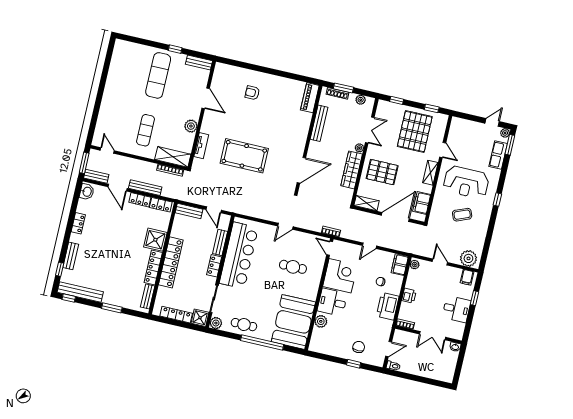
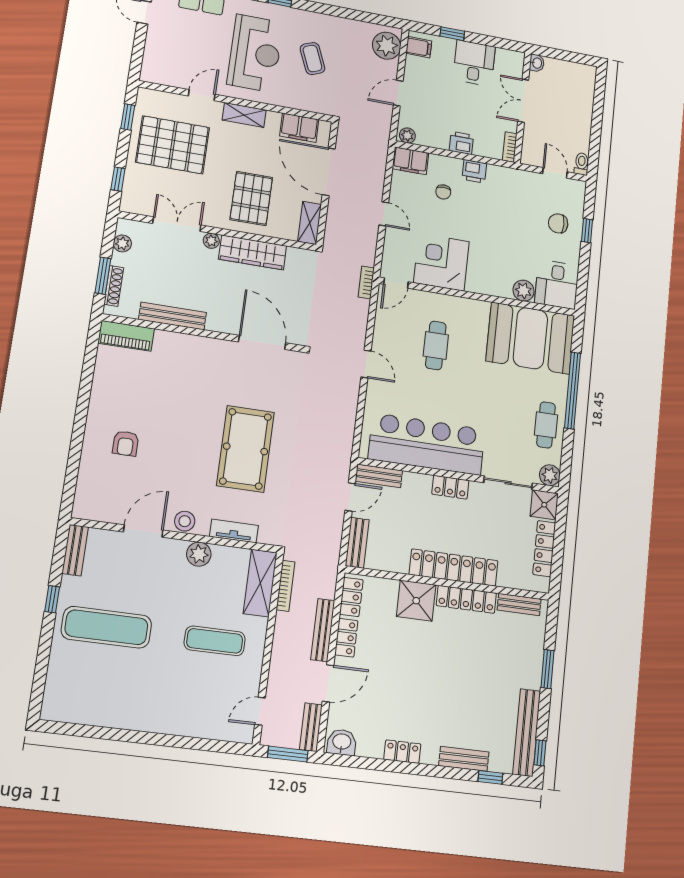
stool: (209, 120) -> (185, 521), added
bench: (220, 243) -> (379, 476), moved
desk: (332, 302) -> (557, 284), moved
printer: (388, 306) -> (474, 171), width x0.53, depth x0.68
double door: (433, 336) -> (523, 101), swing flipped

